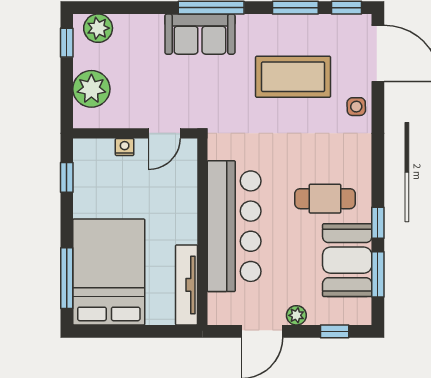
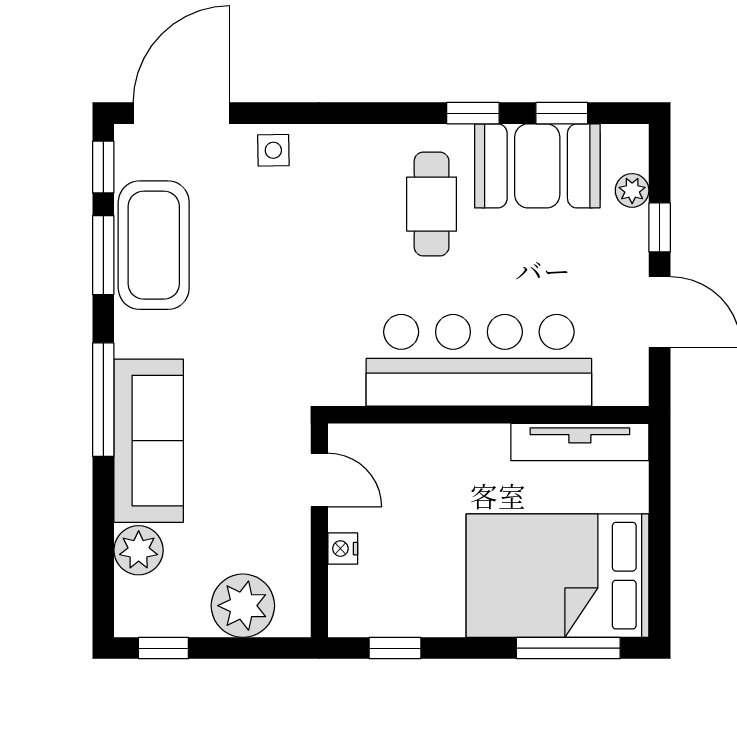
plant: (98, 28) -> (139, 550), moved
sofa: (200, 34) -> (149, 441), width x1.36
coffee table: (293, 77) -> (154, 245), moved
window: (378, 274) -> (562, 113), width x0.67
plant: (296, 315) -> (632, 190), moved
window: (335, 331) -> (660, 227), moved

